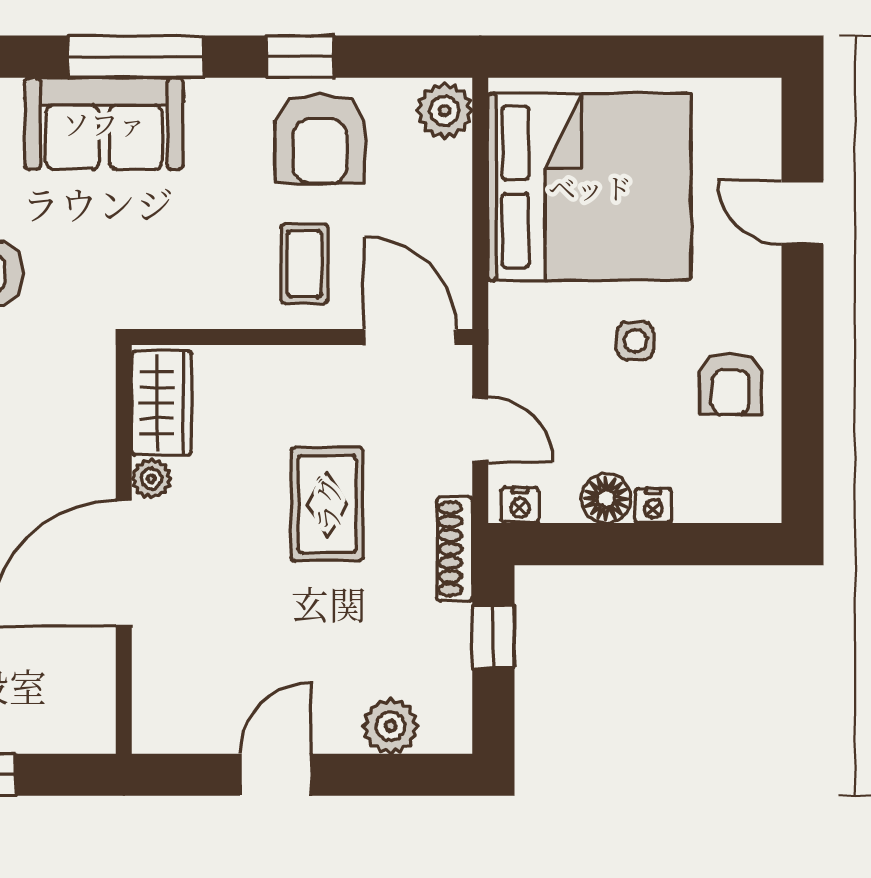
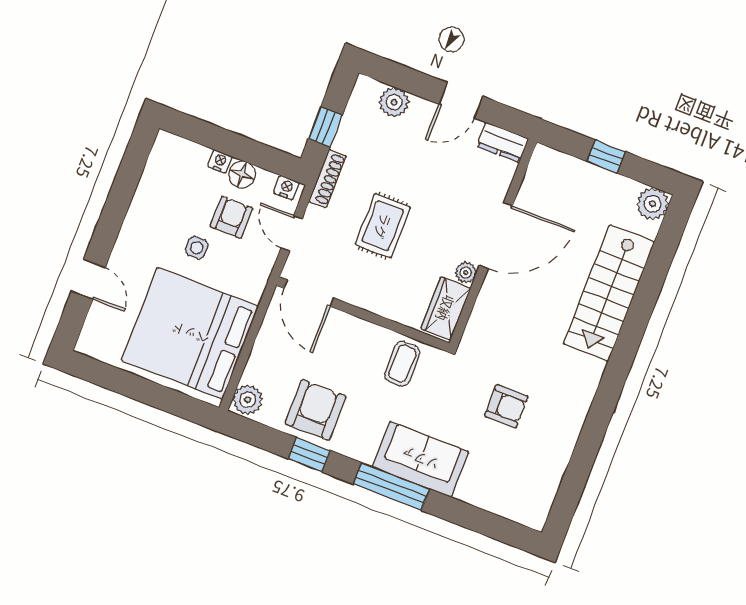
coffee table: (304, 264) -> (402, 364), moved
armchair: (731, 384) -> (231, 217), moved
dresser: (175, 729) -> (503, 142), added

